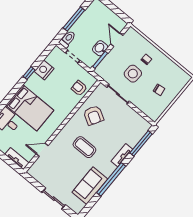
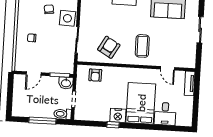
washbasin: (100, 48) -> (66, 83), moved
nightstand: (44, 70) -> (118, 115), moved
side table: (133, 74) -> (67, 18), moved
coffee table: (84, 147) -> (142, 46), moved

